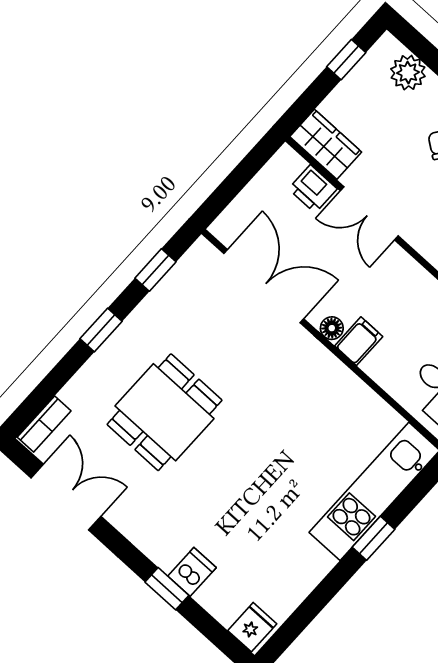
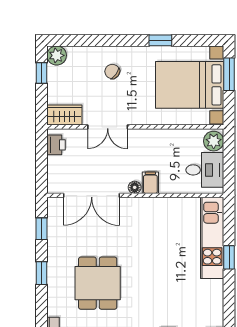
plant: (408, 73) -> (57, 55), moved
printer: (313, 189) -> (56, 145), moved, turned -90
double door: (264, 286) -> (92, 195), swing flipped

